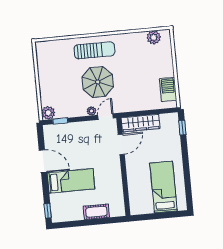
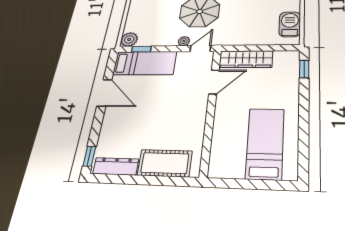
bed: (71, 181) -> (145, 63), moved
cot: (96, 212) -> (165, 163), width x1.37, depth x1.34
dresser: (68, 215) -> (116, 166), added

